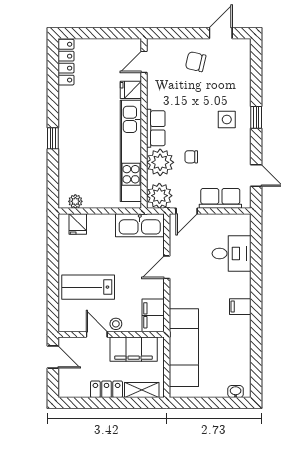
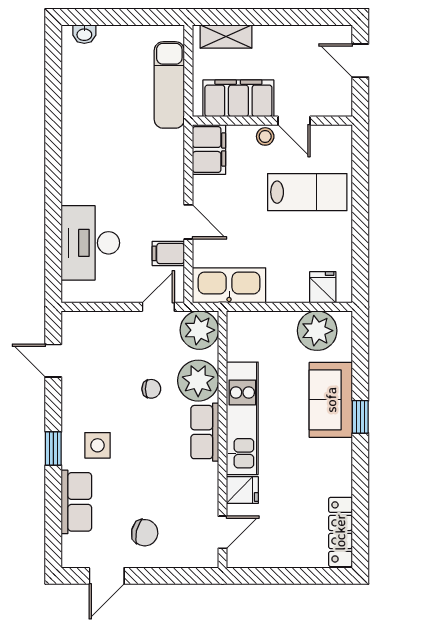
sofa: (72, 150) -> (331, 400), added
kitchen unit: (131, 151) -> (242, 418), width x0.73
row of seats: (220, 198) -> (76, 502), moved, turned -90
plant: (75, 201) -> (317, 331), width x1.88, depth x1.88
desk: (232, 253) -> (90, 243), width x1.37
door: (167, 267) -> (188, 222), hinge flipped
filing cabinet: (240, 307) -> (168, 253), moved, turned 180
exam couch: (184, 348) -> (169, 85), width x0.73, depth x0.69
door: (53, 357) -> (360, 61), moved
locker: (107, 389) -> (279, 38), removed

